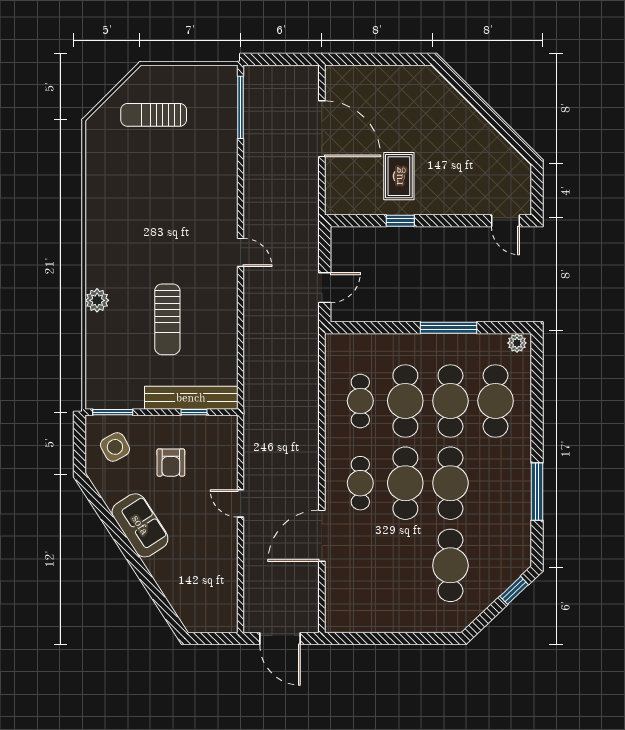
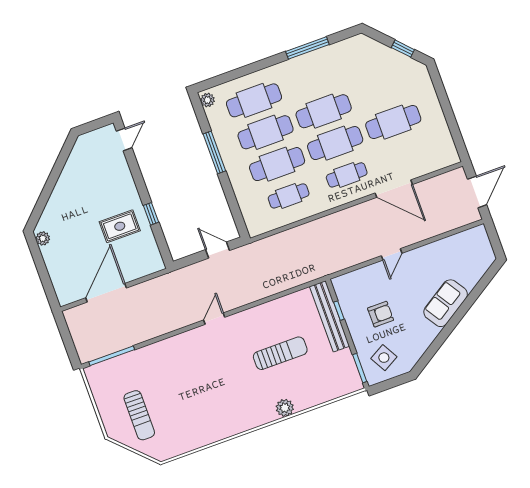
plant: (418, 74) -> (43, 238), added
sofa: (140, 525) -> (446, 303), moved
cafe table: (450, 565) -> (393, 122), moved
window: (514, 590) -> (403, 49), moved

